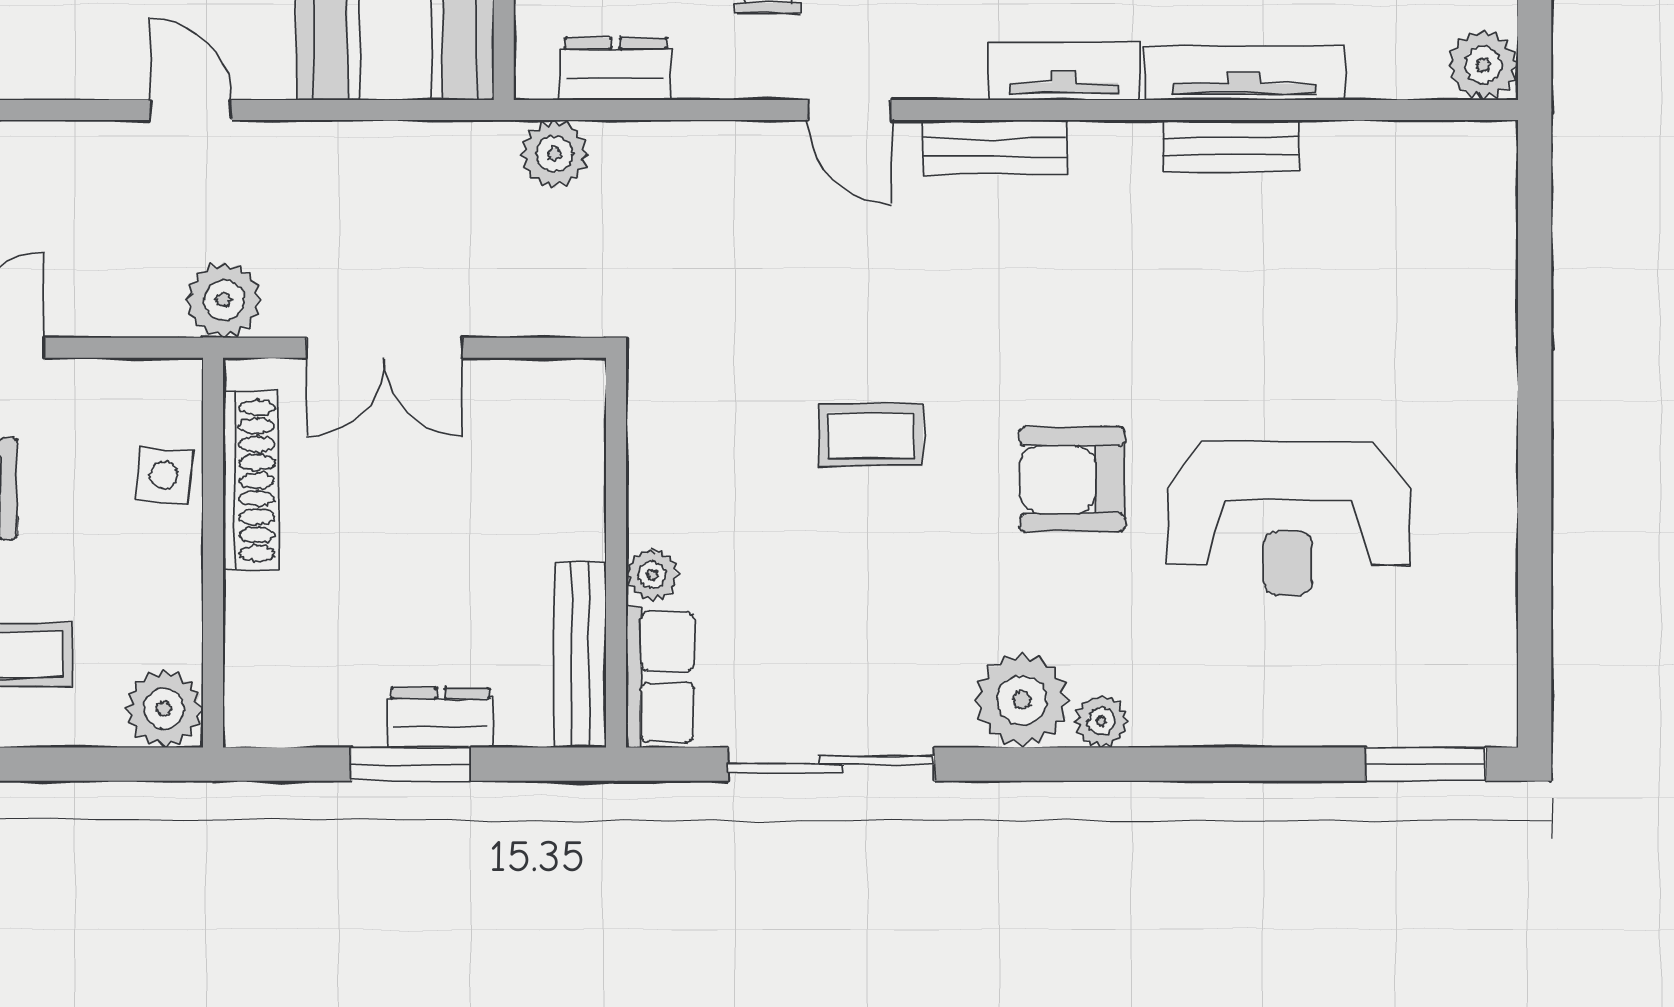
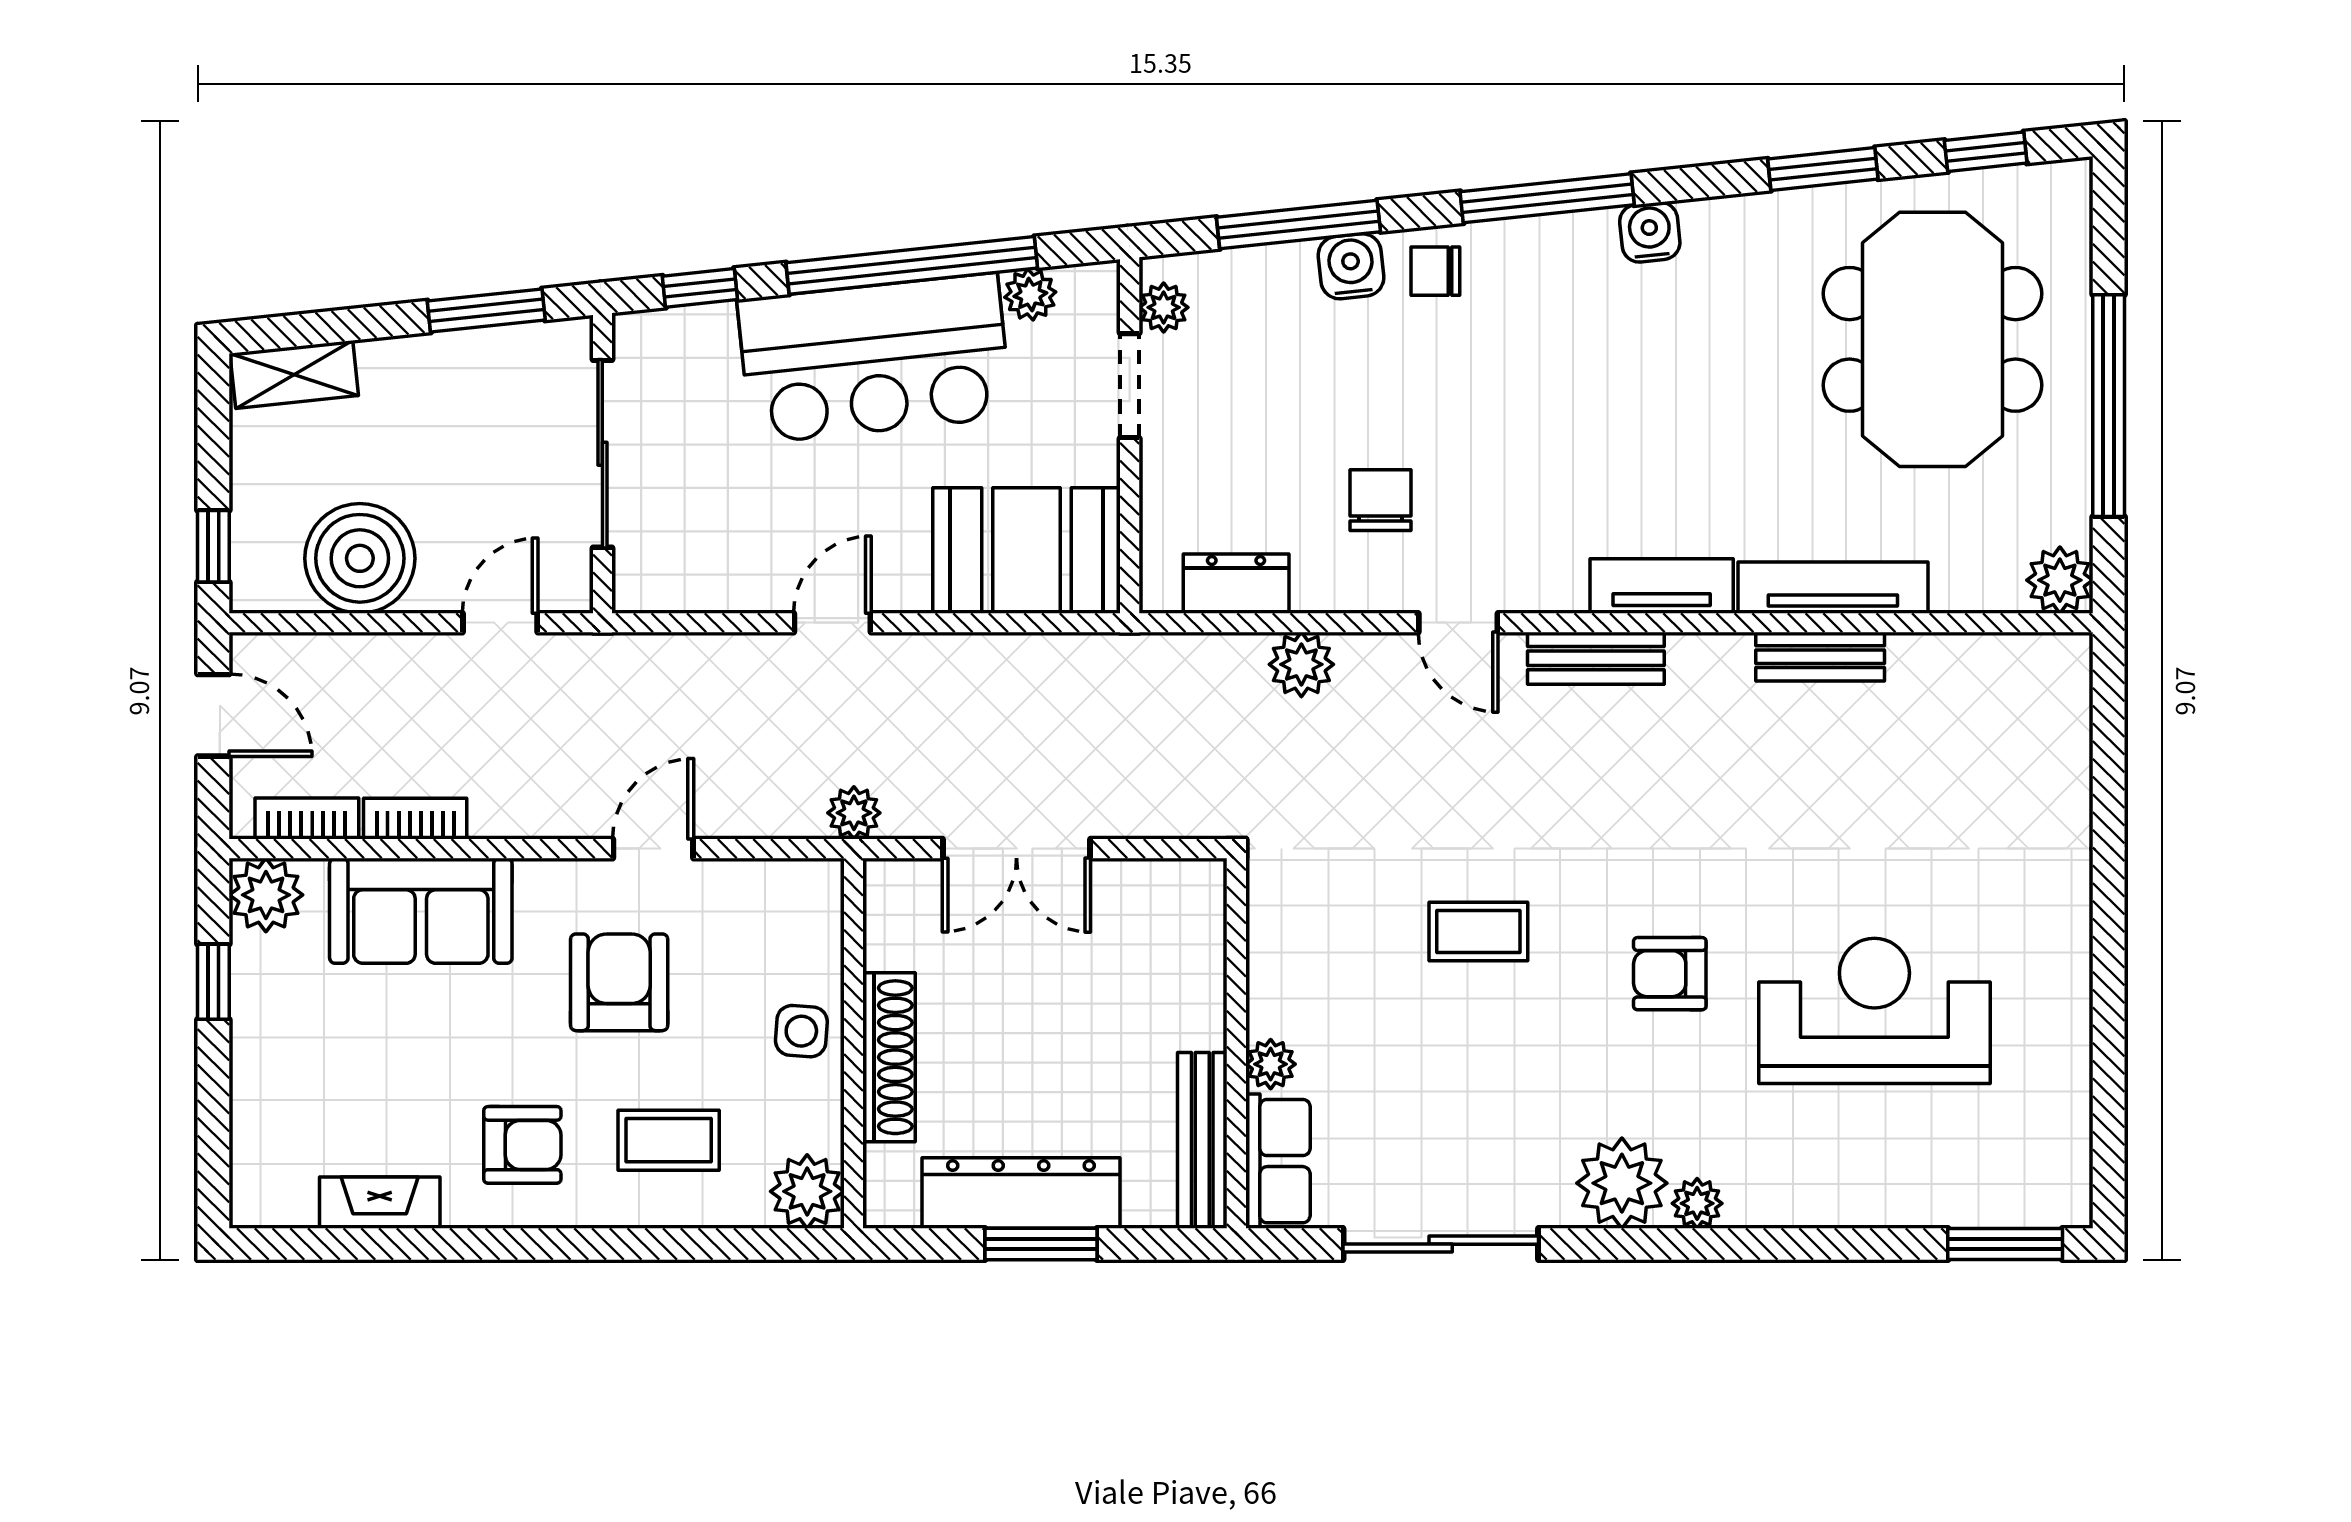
door: (191, 110) -> (832, 623), hinge flipped
plant: (554, 154) -> (1301, 664), moved
plant: (224, 300) -> (854, 813), width x0.73, depth x0.73
side table: (164, 475) -> (801, 1031), moved
armchair: (1072, 479) -> (1670, 974), width x0.72, depth x0.72
shoe rack: (250, 480) -> (889, 1057), moved
reception desk: (1288, 519) -> (1874, 1011), turned 180
dresser: (440, 718) -> (1021, 1193), width x1.96, depth x1.24

